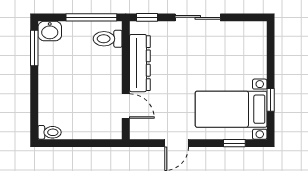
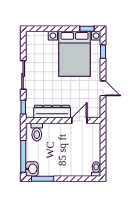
window: (91, 17) -> (23, 156), moved
window: (271, 100) -> (87, 29), moved
bed with nightstands: (231, 109) -> (75, 54), width x1.36

